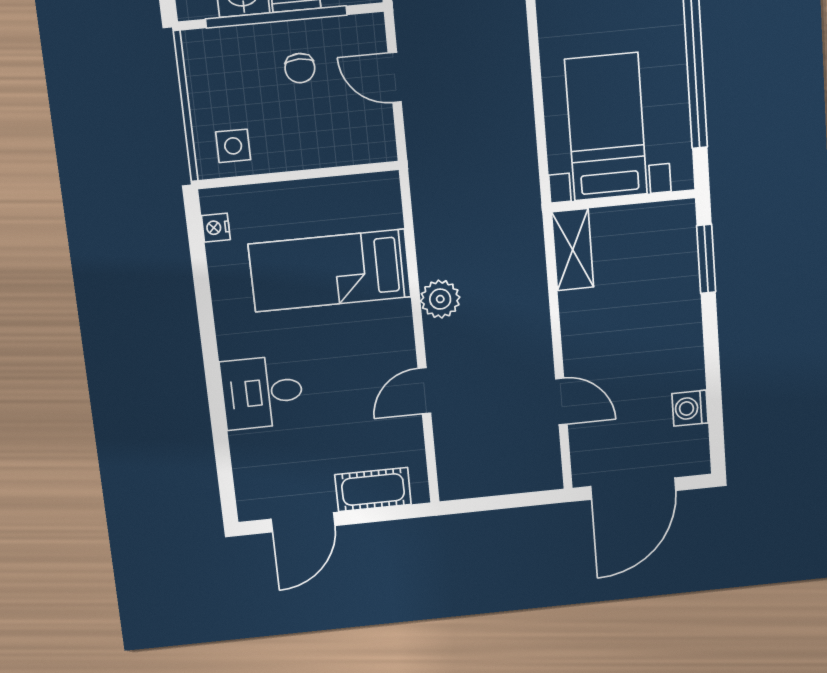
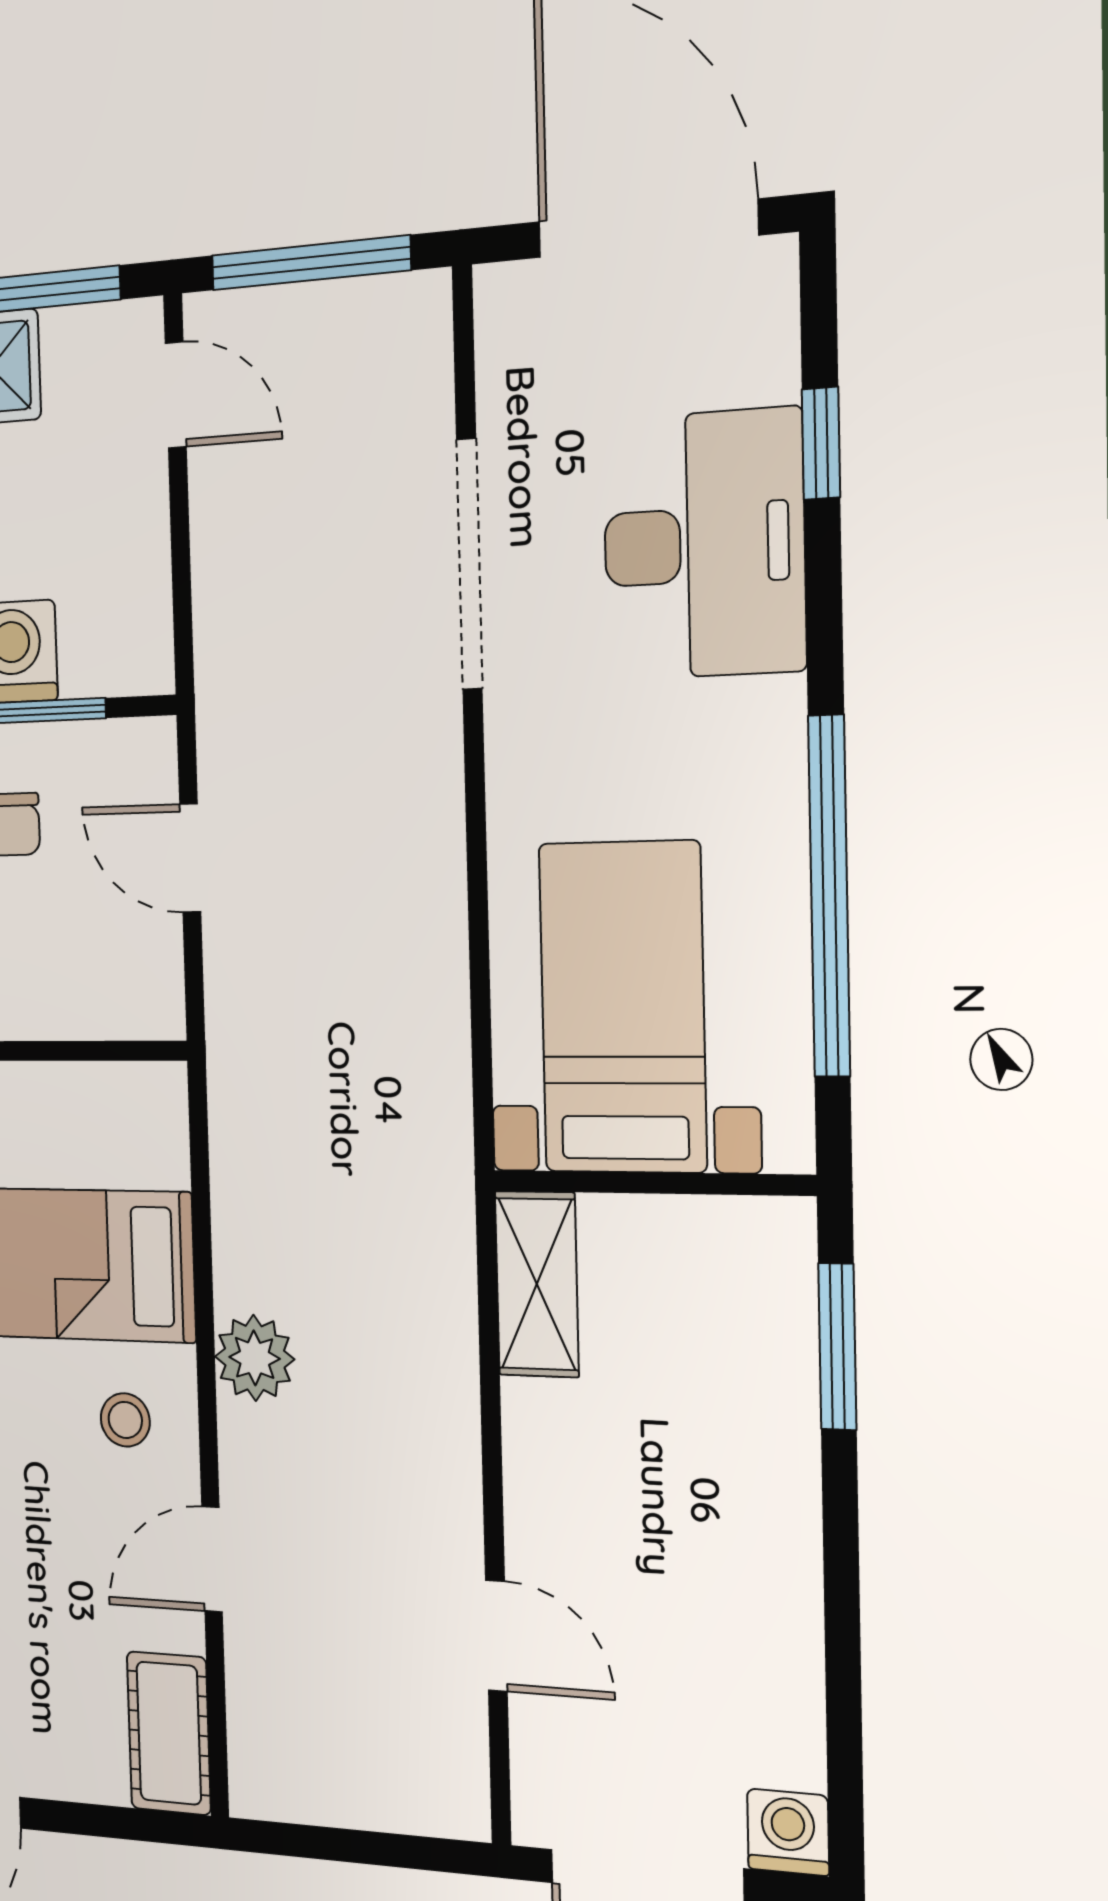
stool: (377, 336) -> (125, 1420), added
washing machine: (690, 408) -> (788, 1832), moved, turned 90
cot: (373, 490) -> (169, 1733), moved, turned 90

